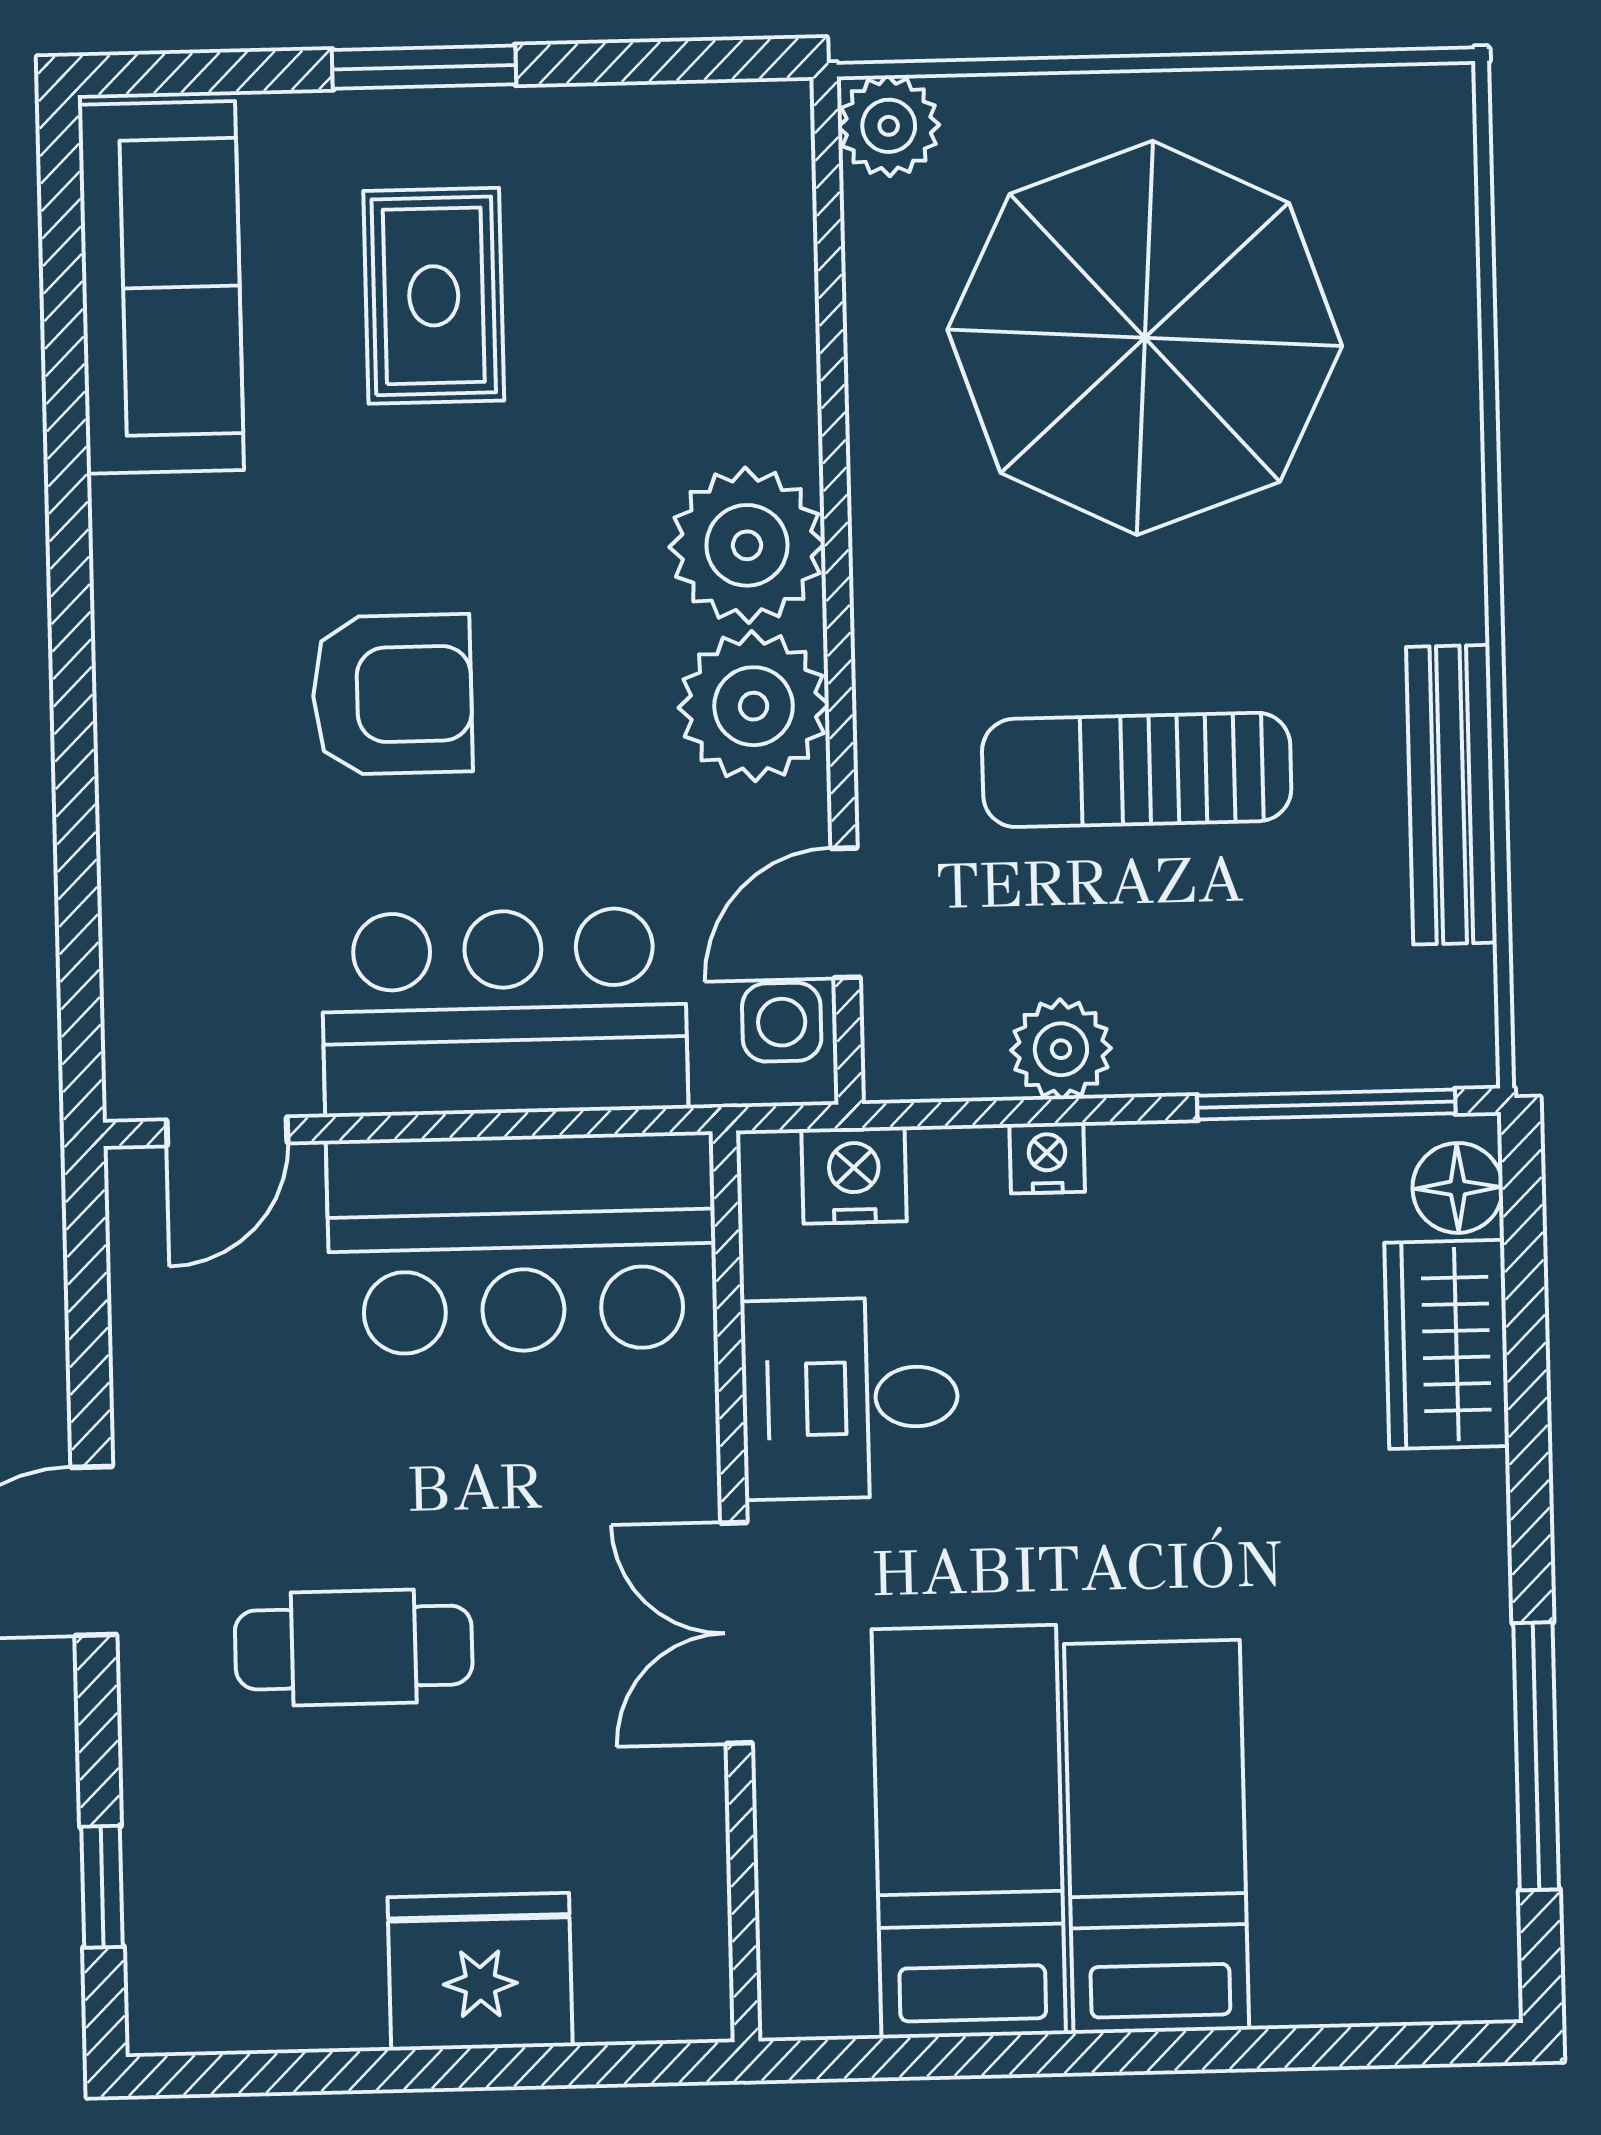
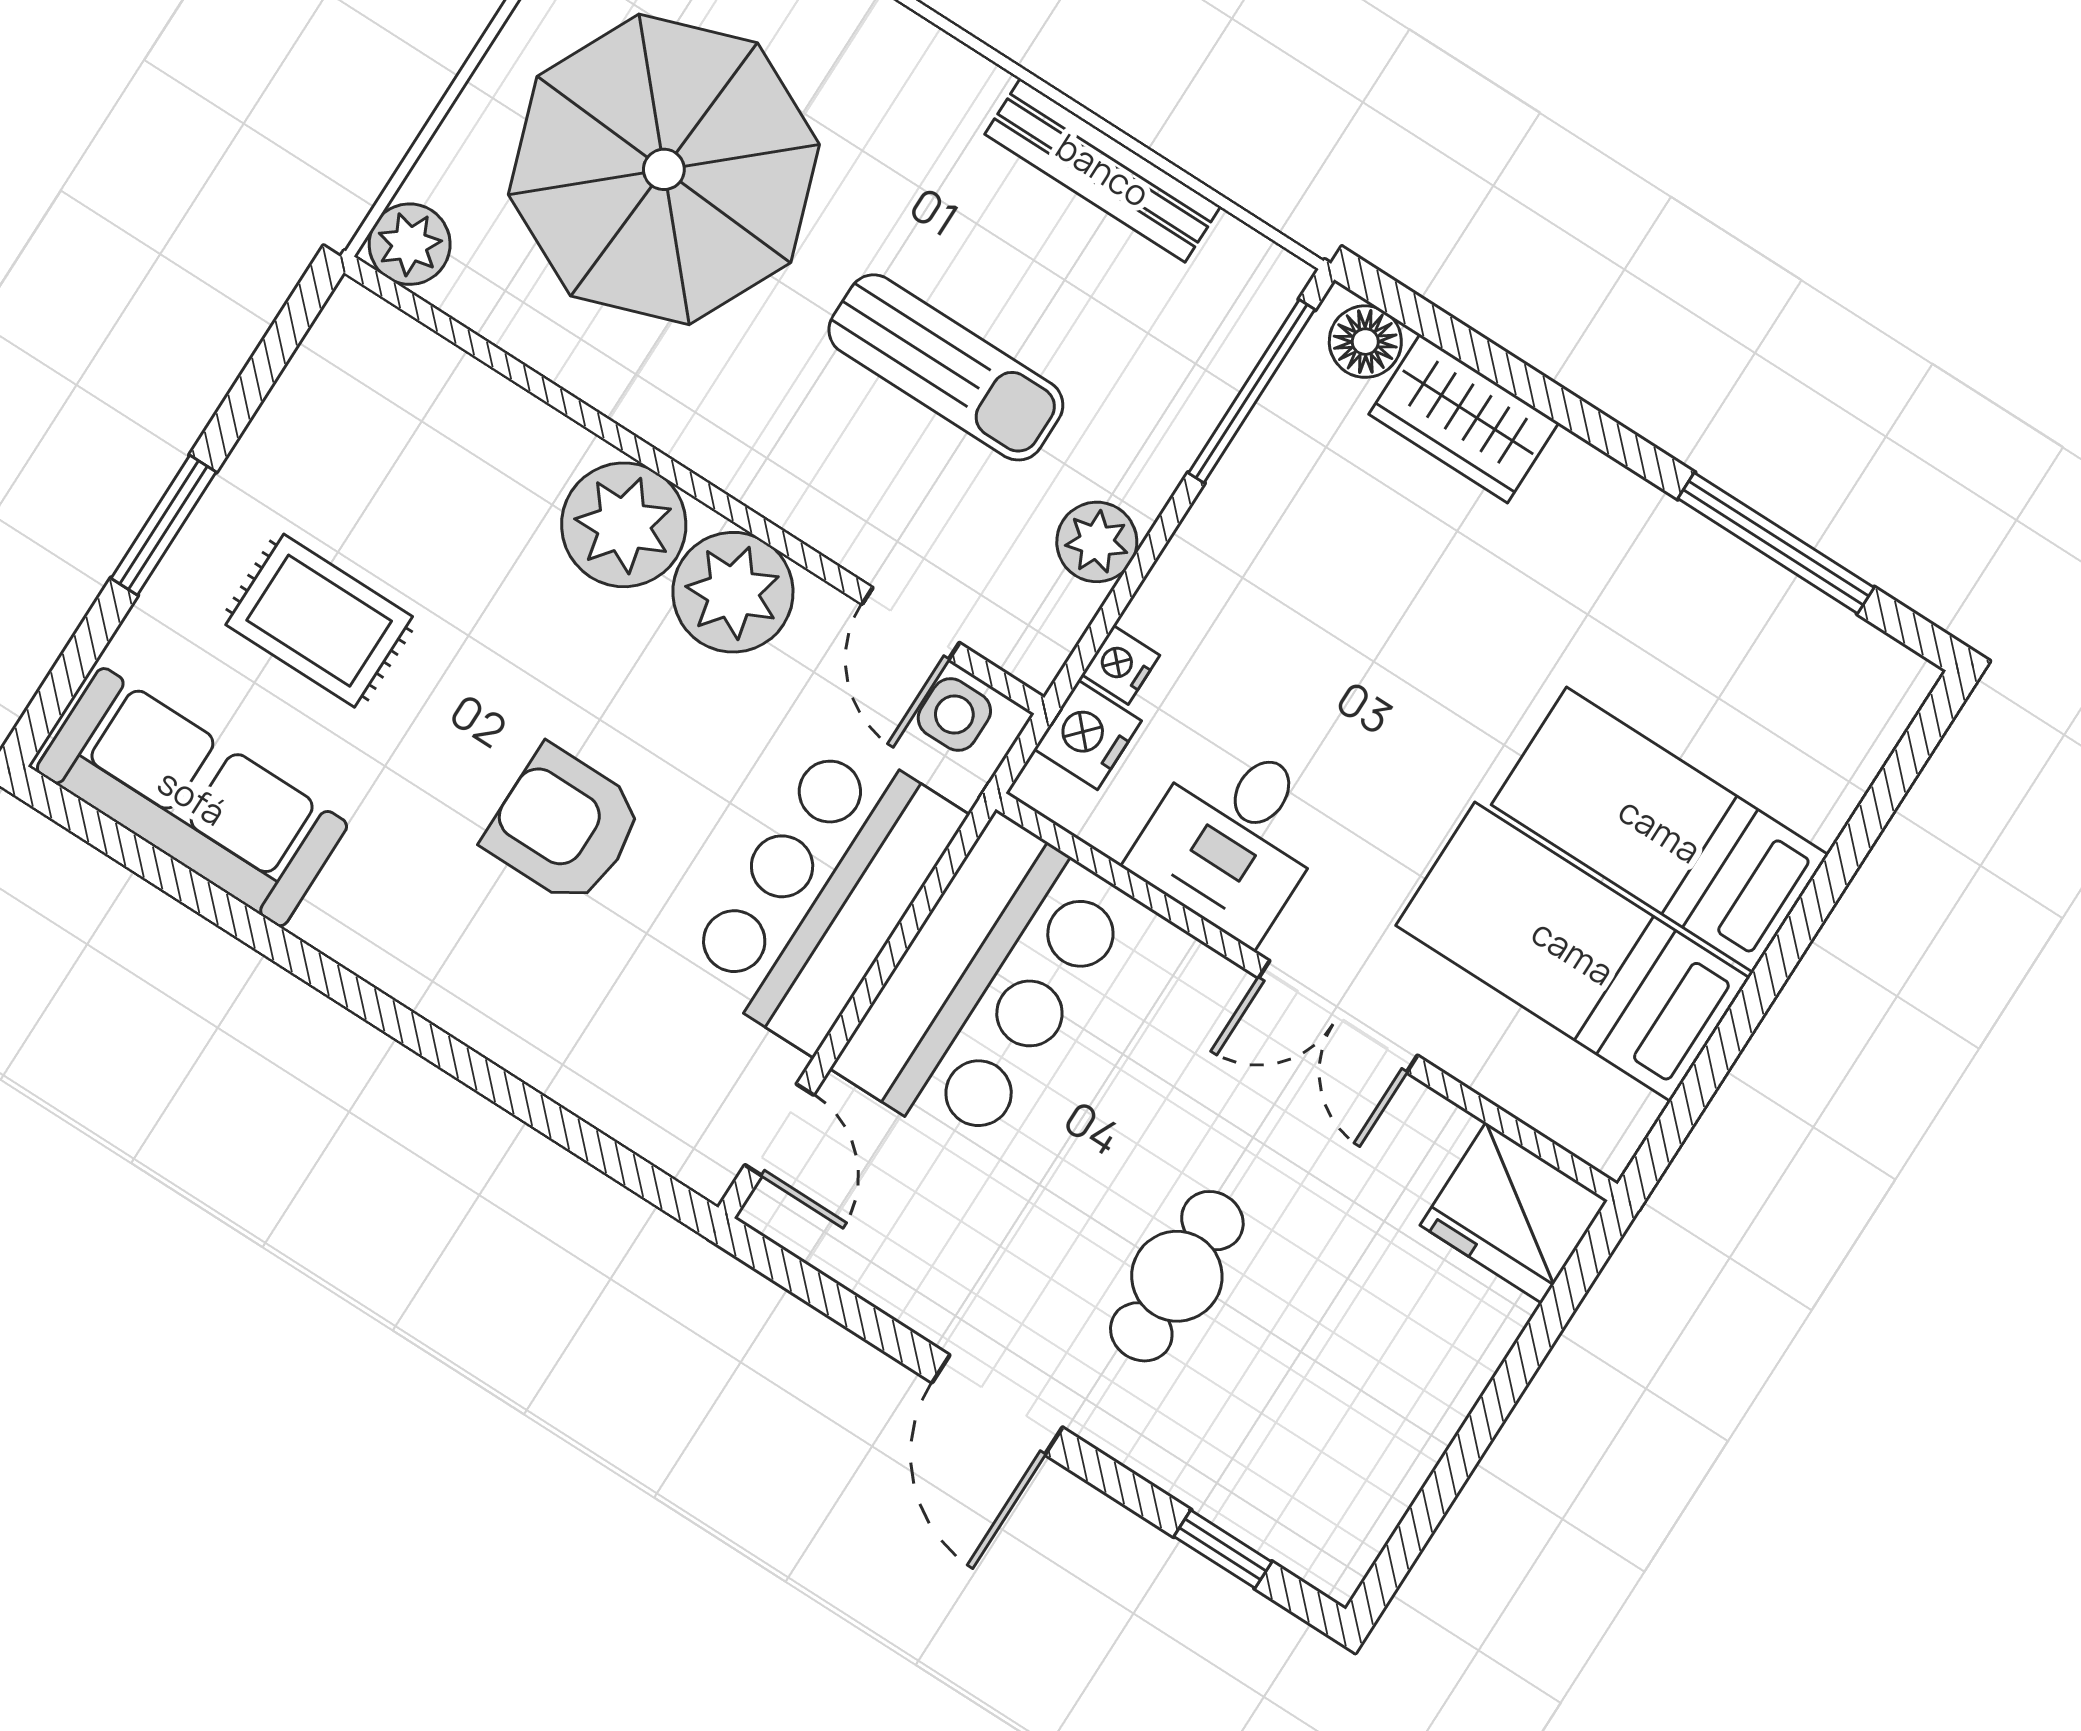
armchair: (392, 695) -> (564, 826), turned -90
sun lounger: (1137, 770) -> (946, 367), turned -90
nightstand: (1047, 1158) -> (1121, 665), moved
fridge: (480, 1972) -> (1514, 1213), moved, turned -90

